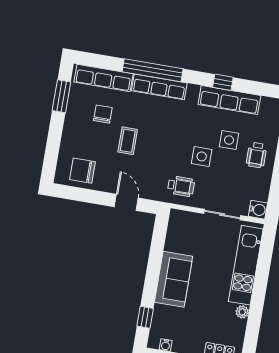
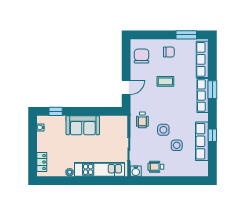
window: (153, 70) -> (212, 90), width x0.47
chair: (103, 114) -> (169, 52), moved
wheelchair: (256, 155) -> (156, 167), moved

